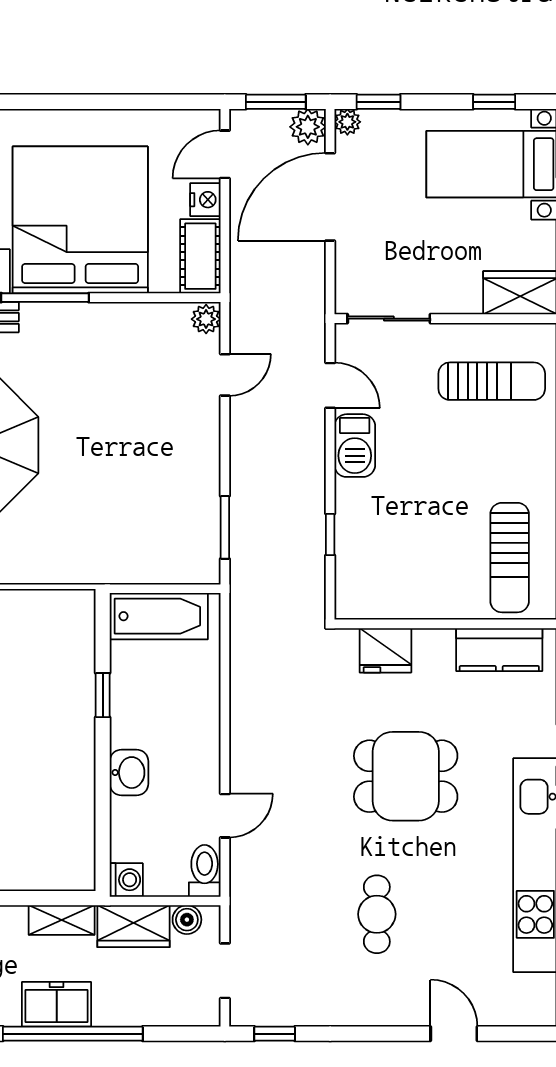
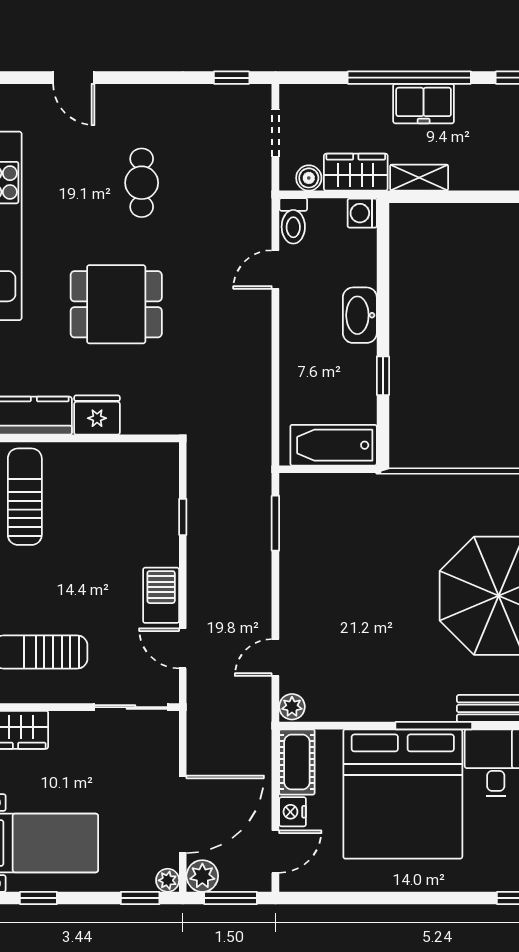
fridge: (385, 650) -> (97, 415), moved
washbasin: (129, 773) -> (360, 315), width x1.38

